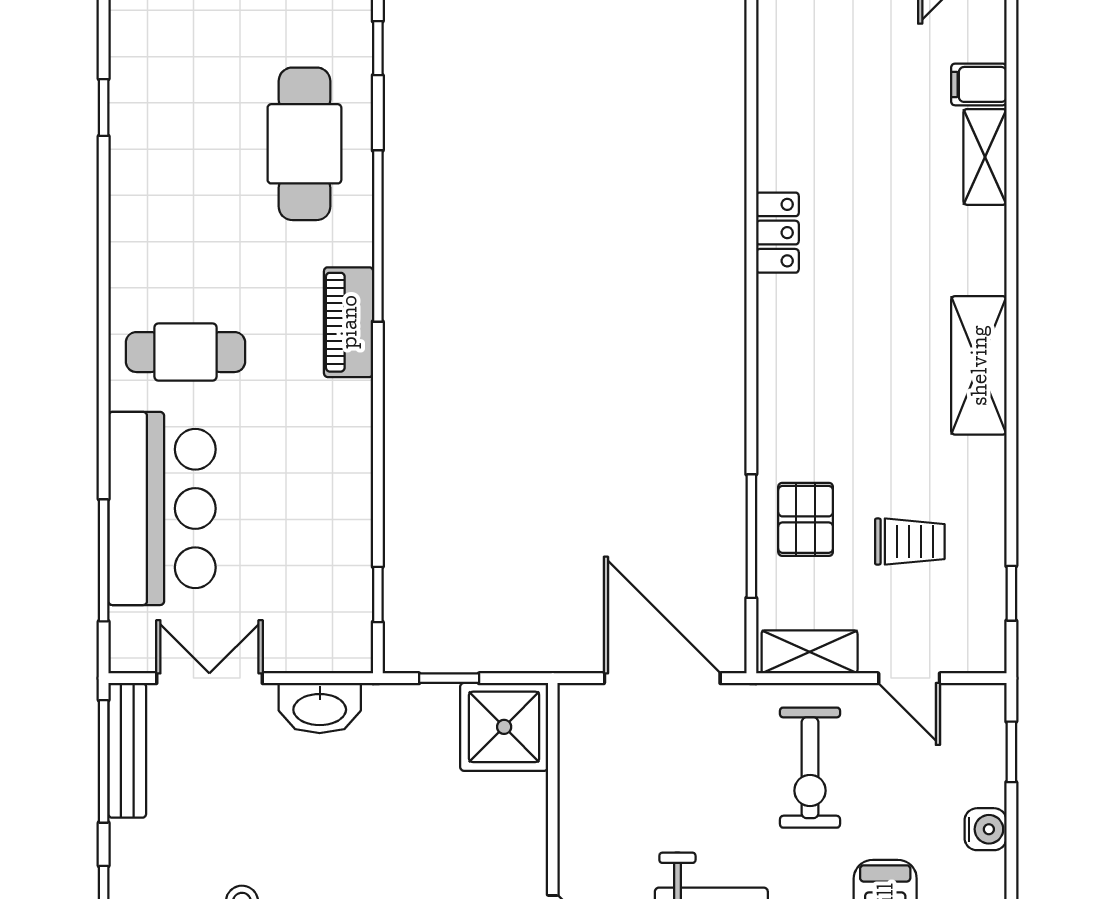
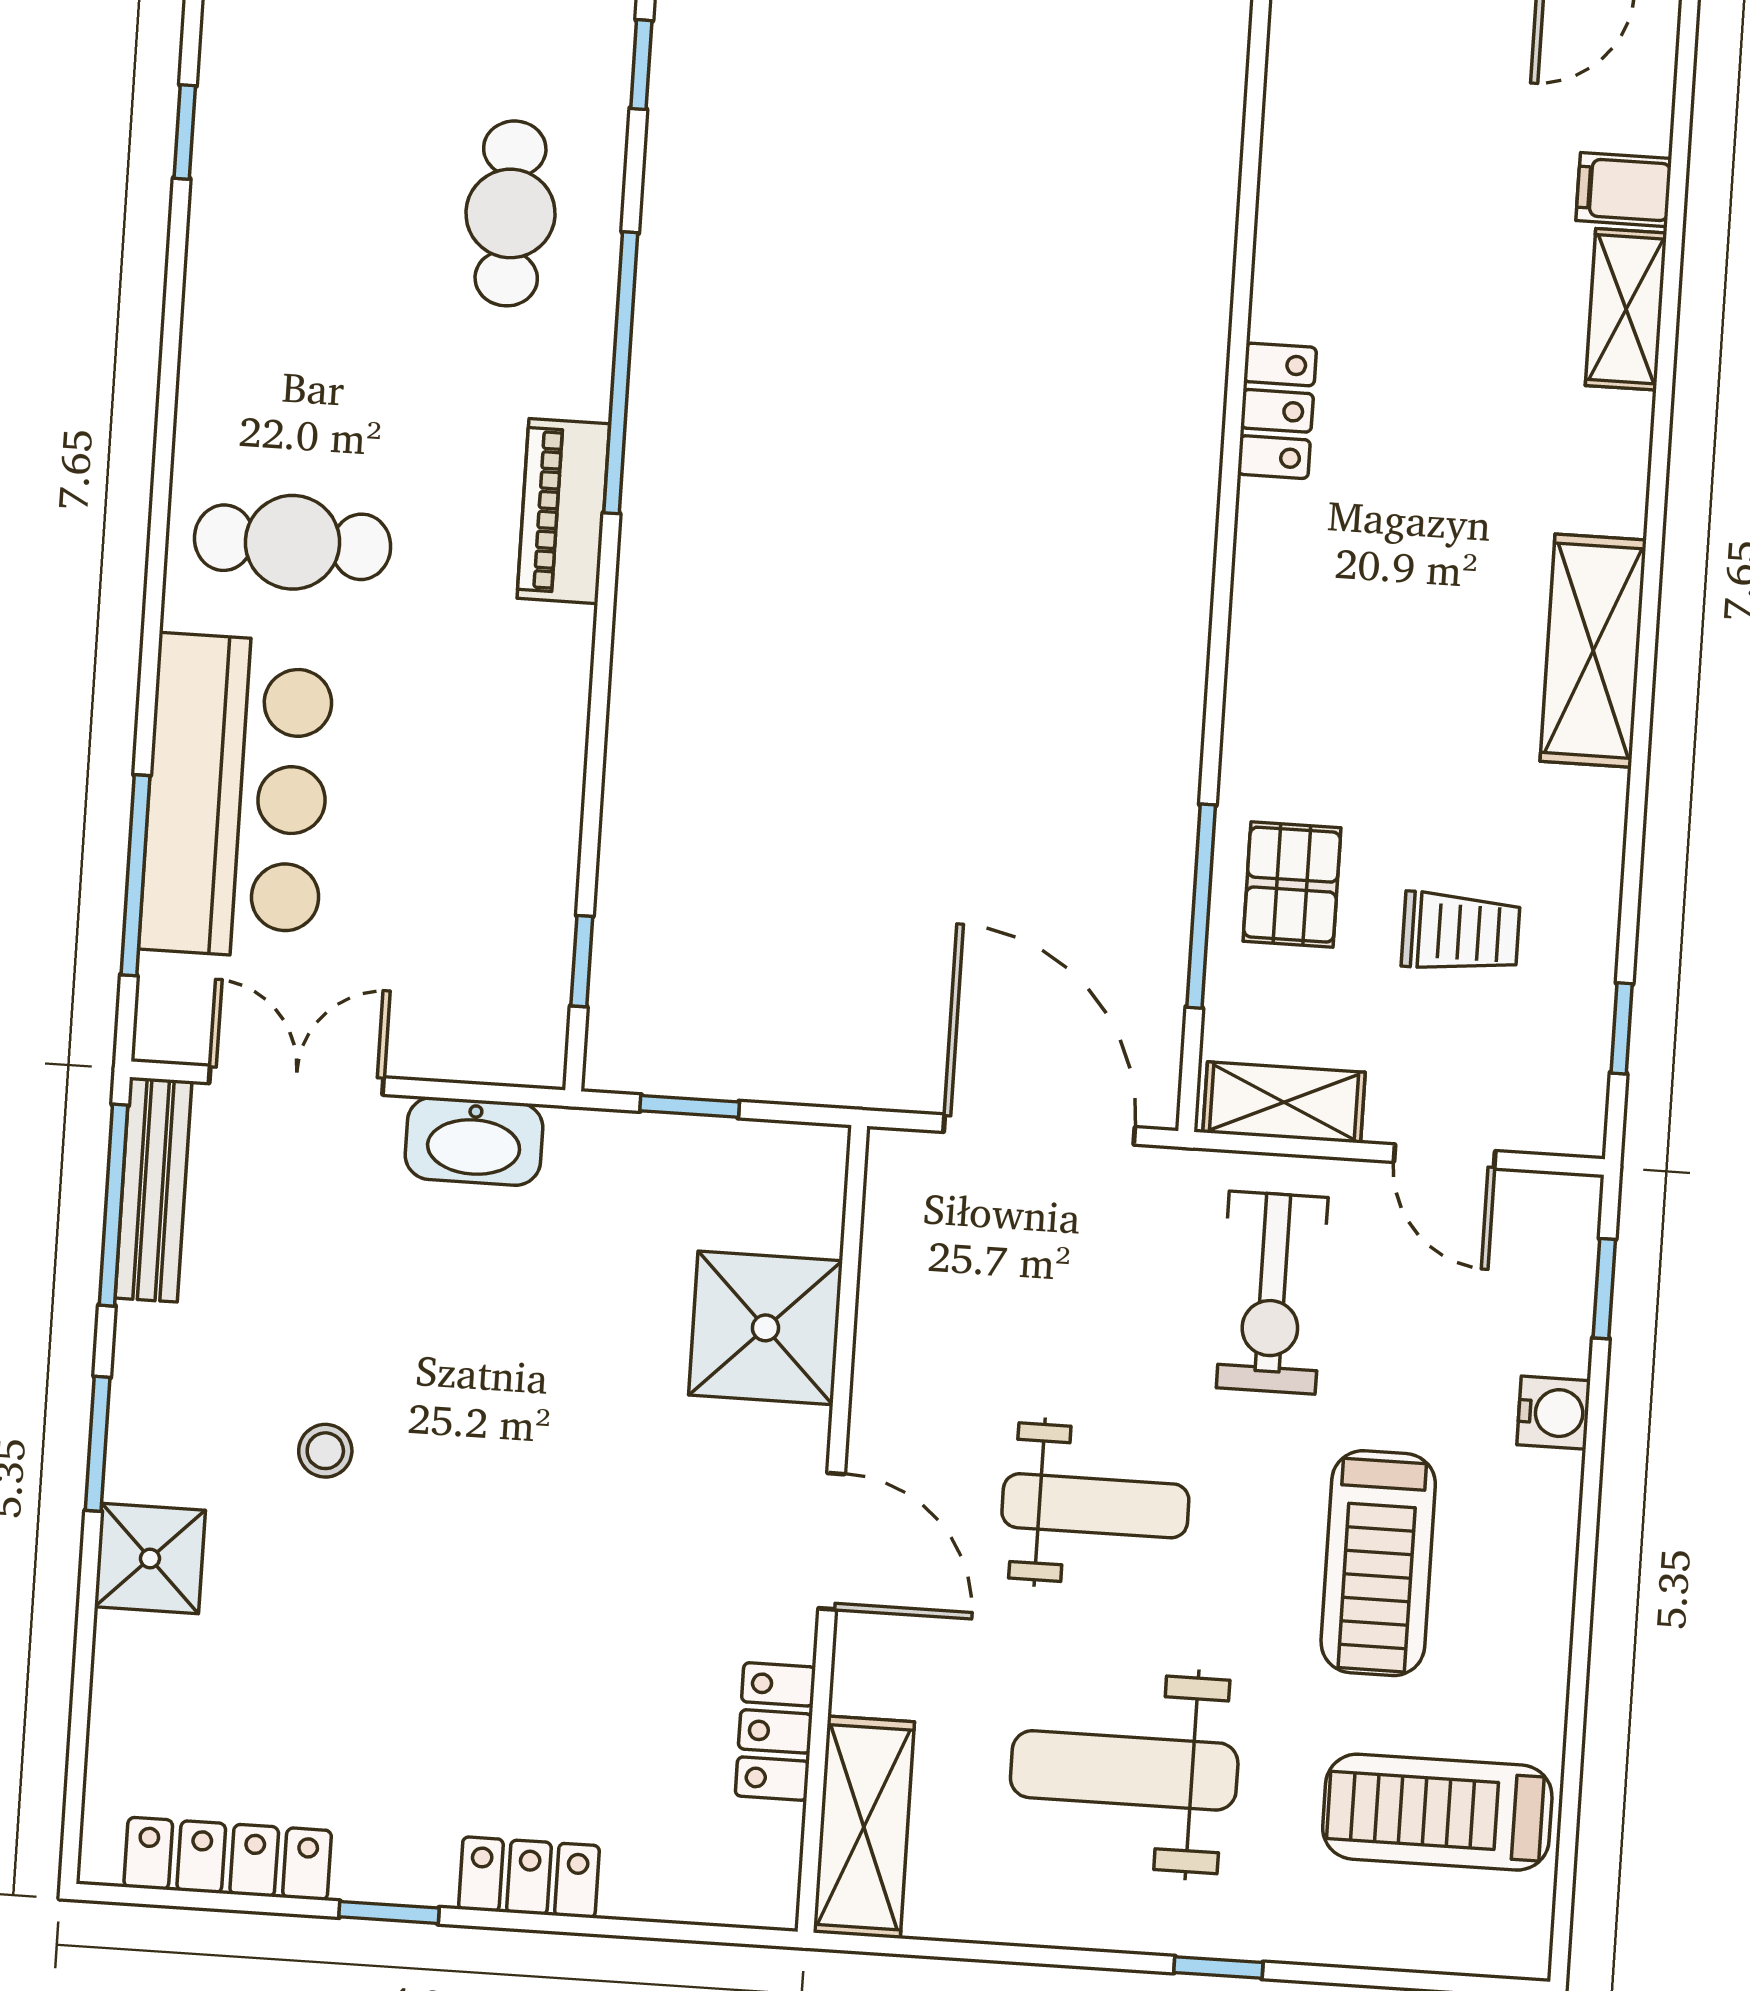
cafe table: (304, 144) -> (510, 213), width x0.73, depth x0.74
shower: (504, 727) -> (766, 1328), moved

